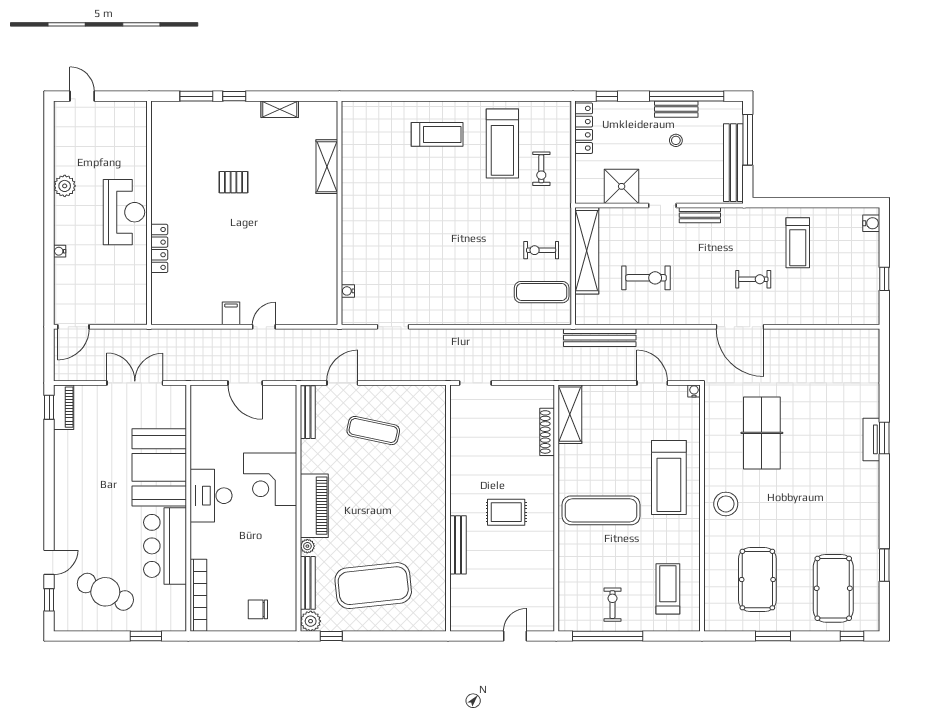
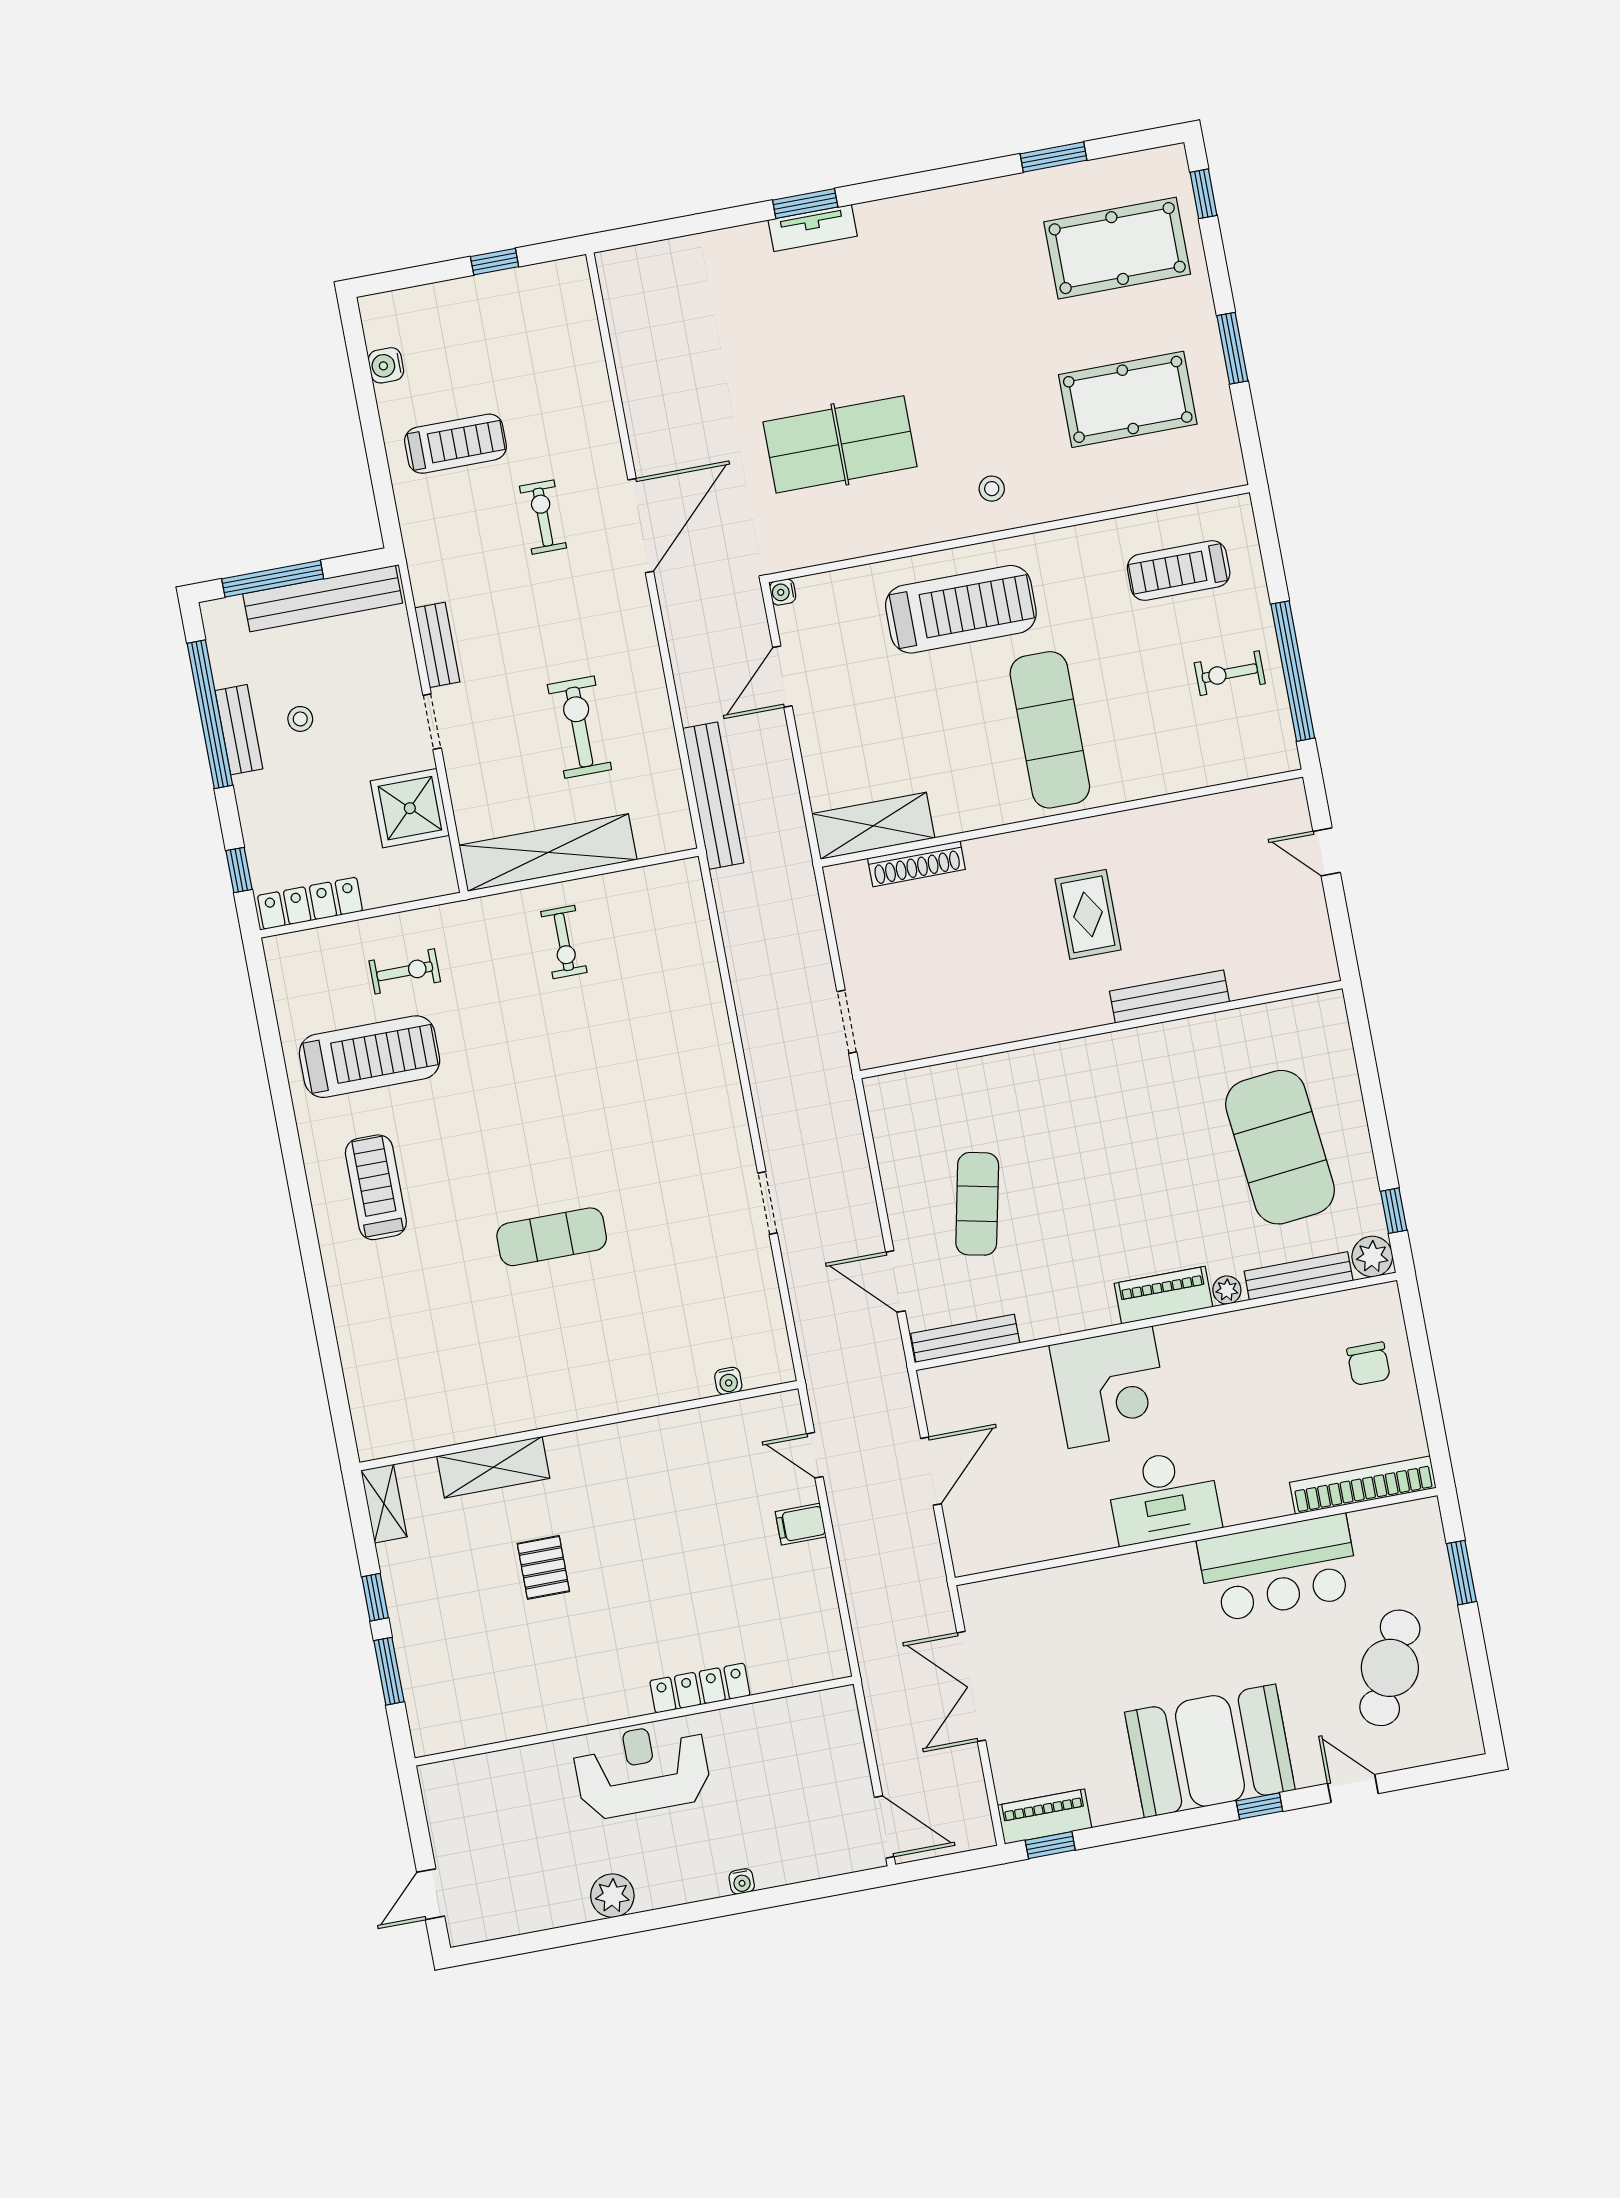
shelving: (327, 167) -> (493, 1467), moved
wall: (340, 213) -> (579, 1426), moved
water cooler: (871, 223) -> (386, 365), moved, turned -90
water cooler: (348, 291) -> (728, 1381), moved
exercise mat: (542, 292) -> (552, 1237), moved, turned 90
booth: (159, 467) -> (1210, 1751), moved
stool: (726, 504) -> (992, 489), width x0.53, depth x0.53
piano: (314, 506) -> (1163, 1295), width x0.73, depth x0.75
window: (49, 600) -> (1259, 1806), moved

